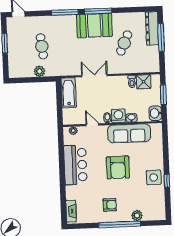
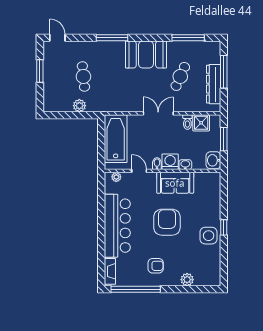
window: (98, 11) -> (188, 38), moved
dresser: (152, 28) -> (214, 84), moved
double door: (94, 76) -> (158, 113), moved
bathtub: (69, 93) -> (116, 139), width x1.36, depth x1.36
sofa: (129, 133) -> (175, 183), width x0.73
bar counter: (75, 165) -> (117, 226), width x1.36
armchair: (118, 167) -> (167, 222), turned 180
window: (167, 181) -> (224, 227), moved
window: (120, 224) -> (136, 289), moved

